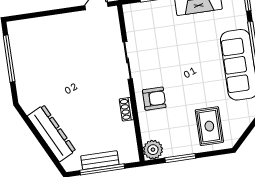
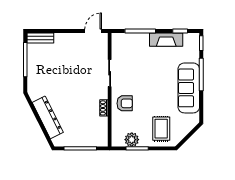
plant: (153, 150) -> (132, 140), moved
bench: (100, 160) -> (40, 38), moved

